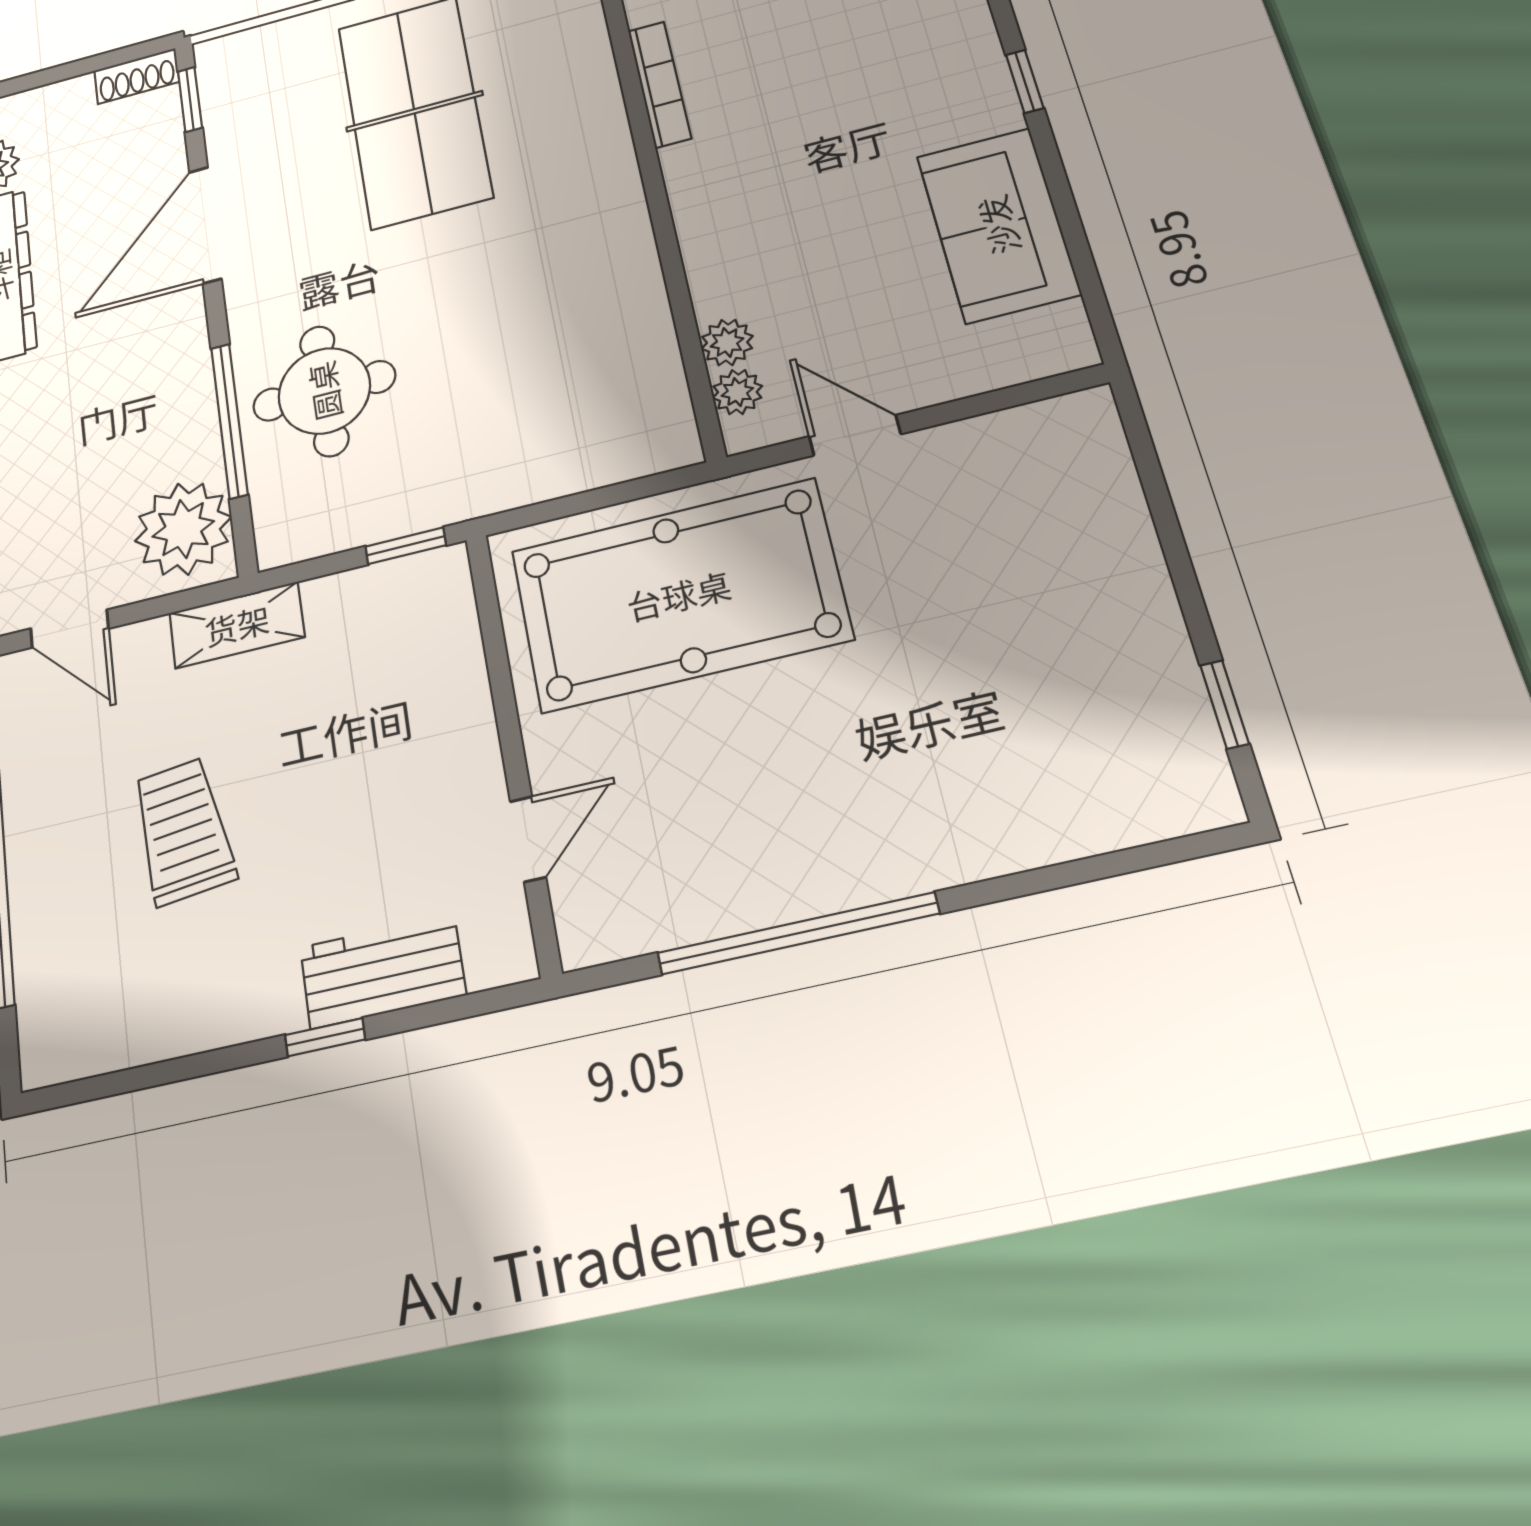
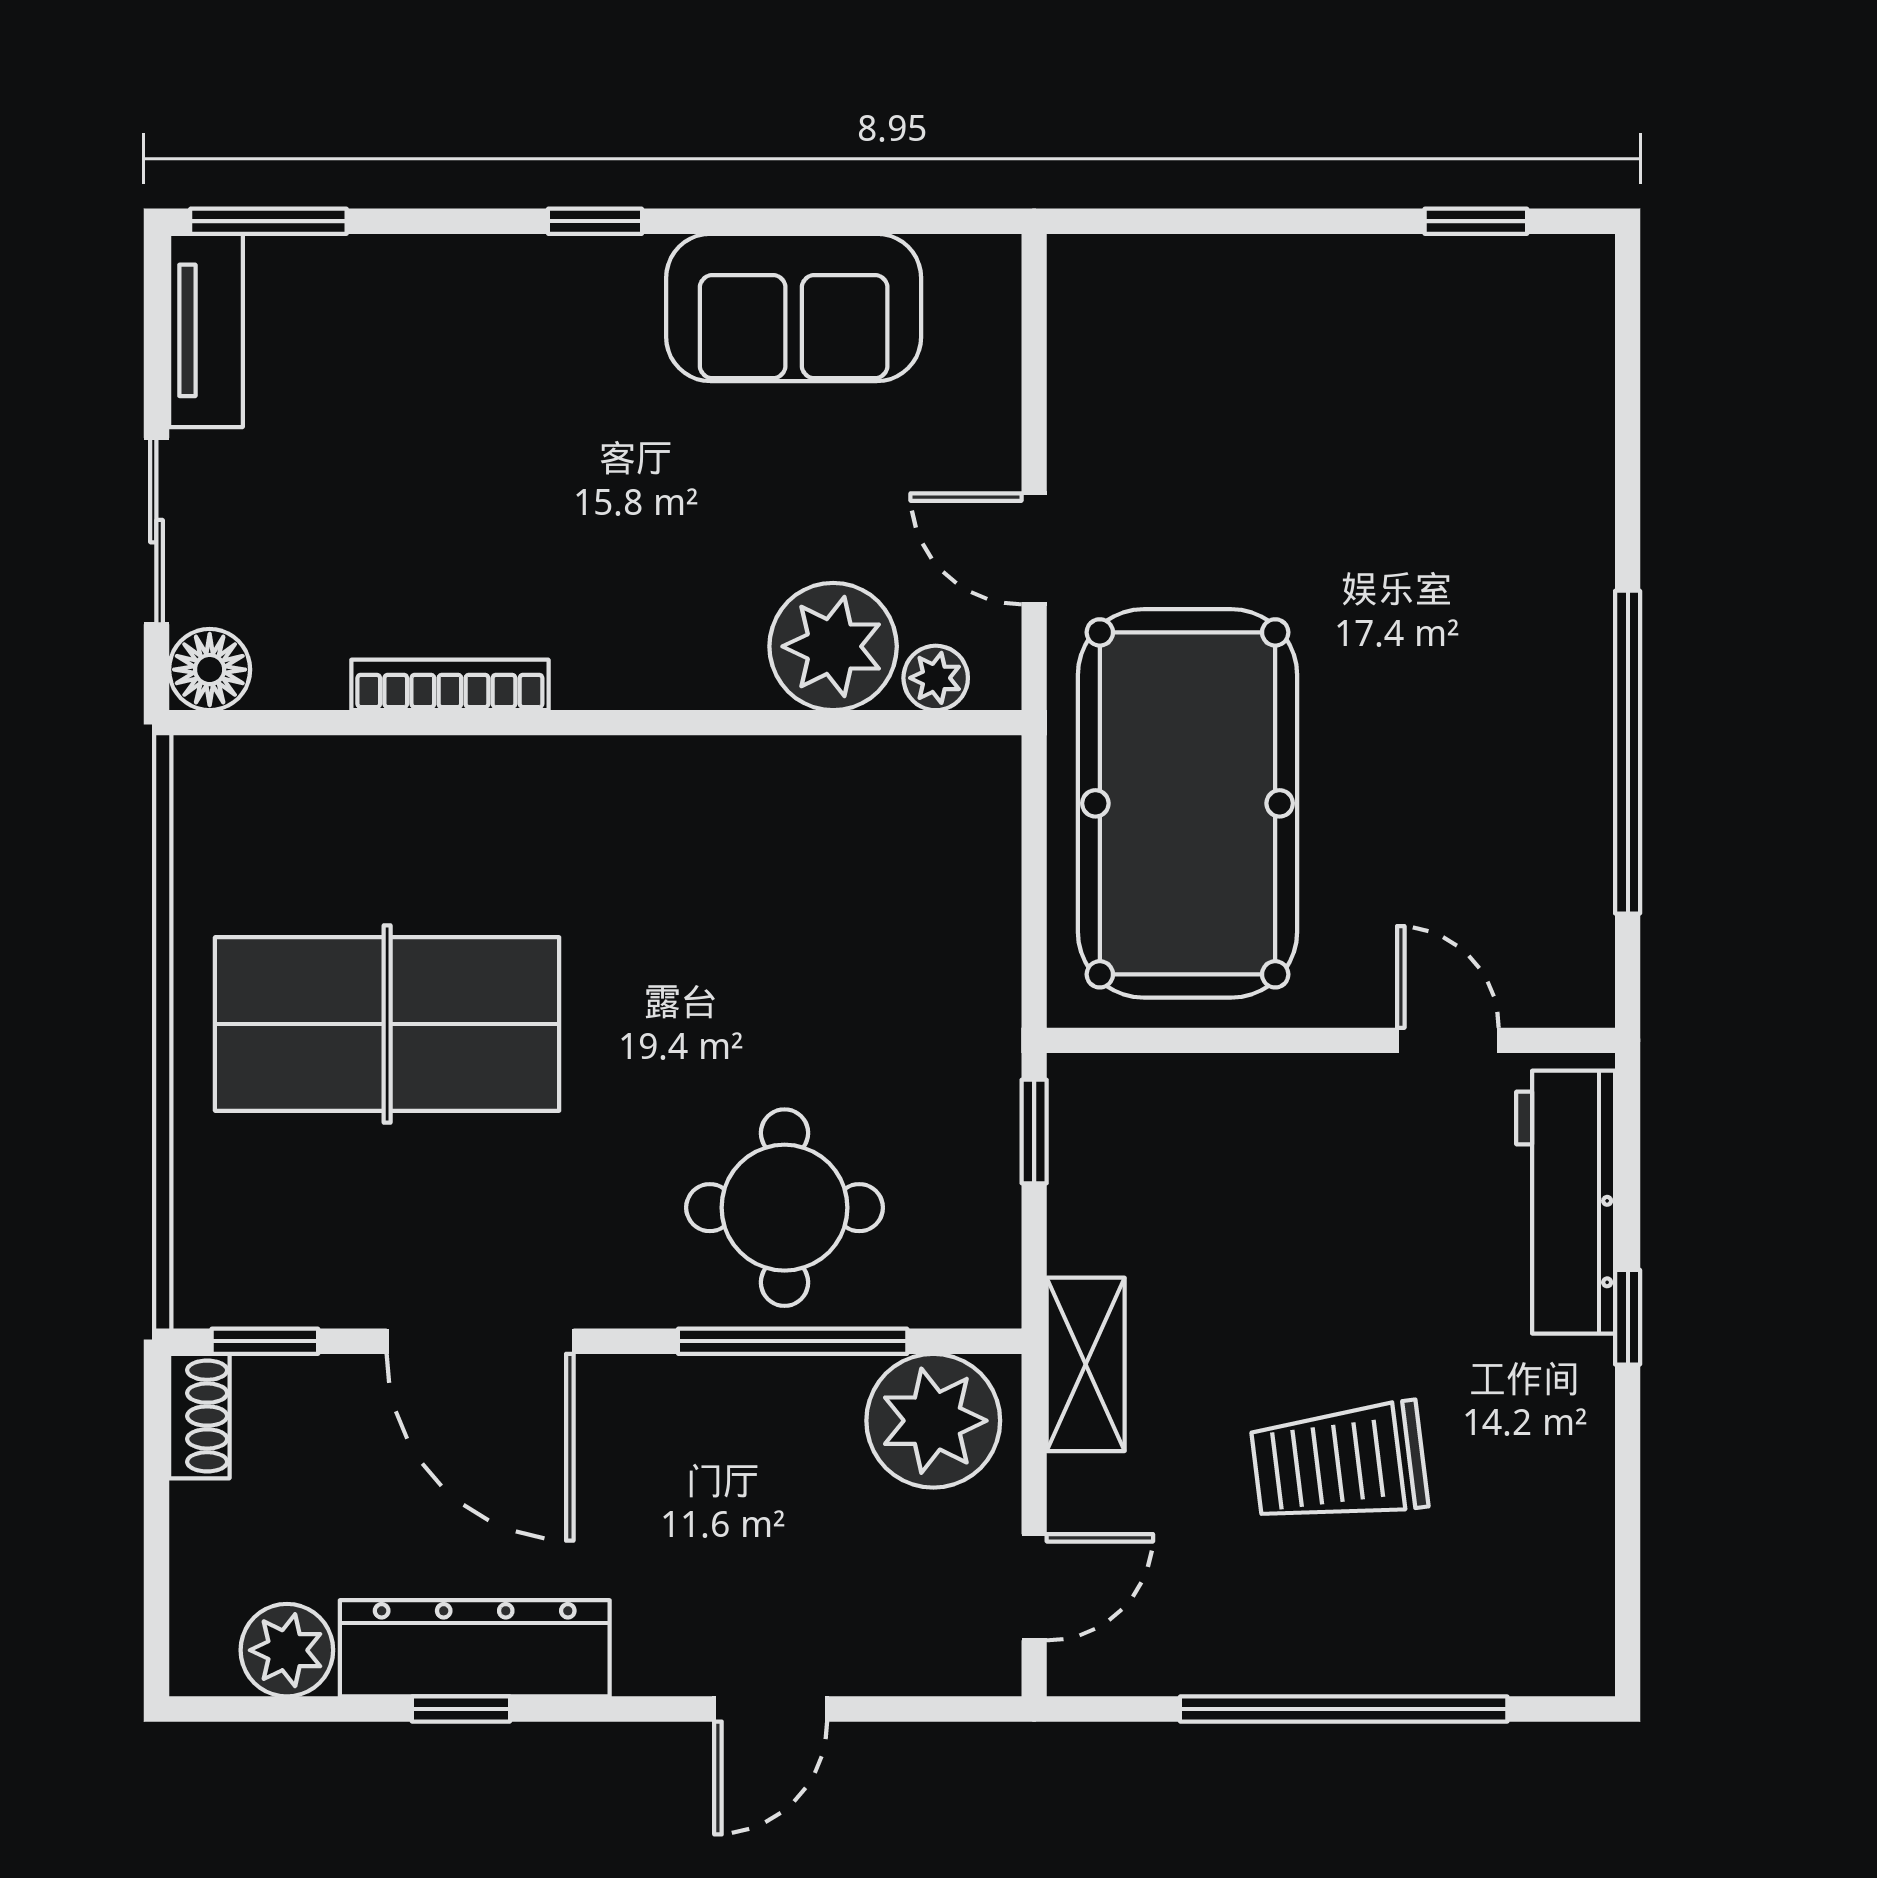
plant: (727, 342) -> (833, 646), width x1.88, depth x1.88
door: (855, 435) -> (1034, 549), hinge flipped
workbench: (383, 971) -> (1566, 1202), width x1.38

